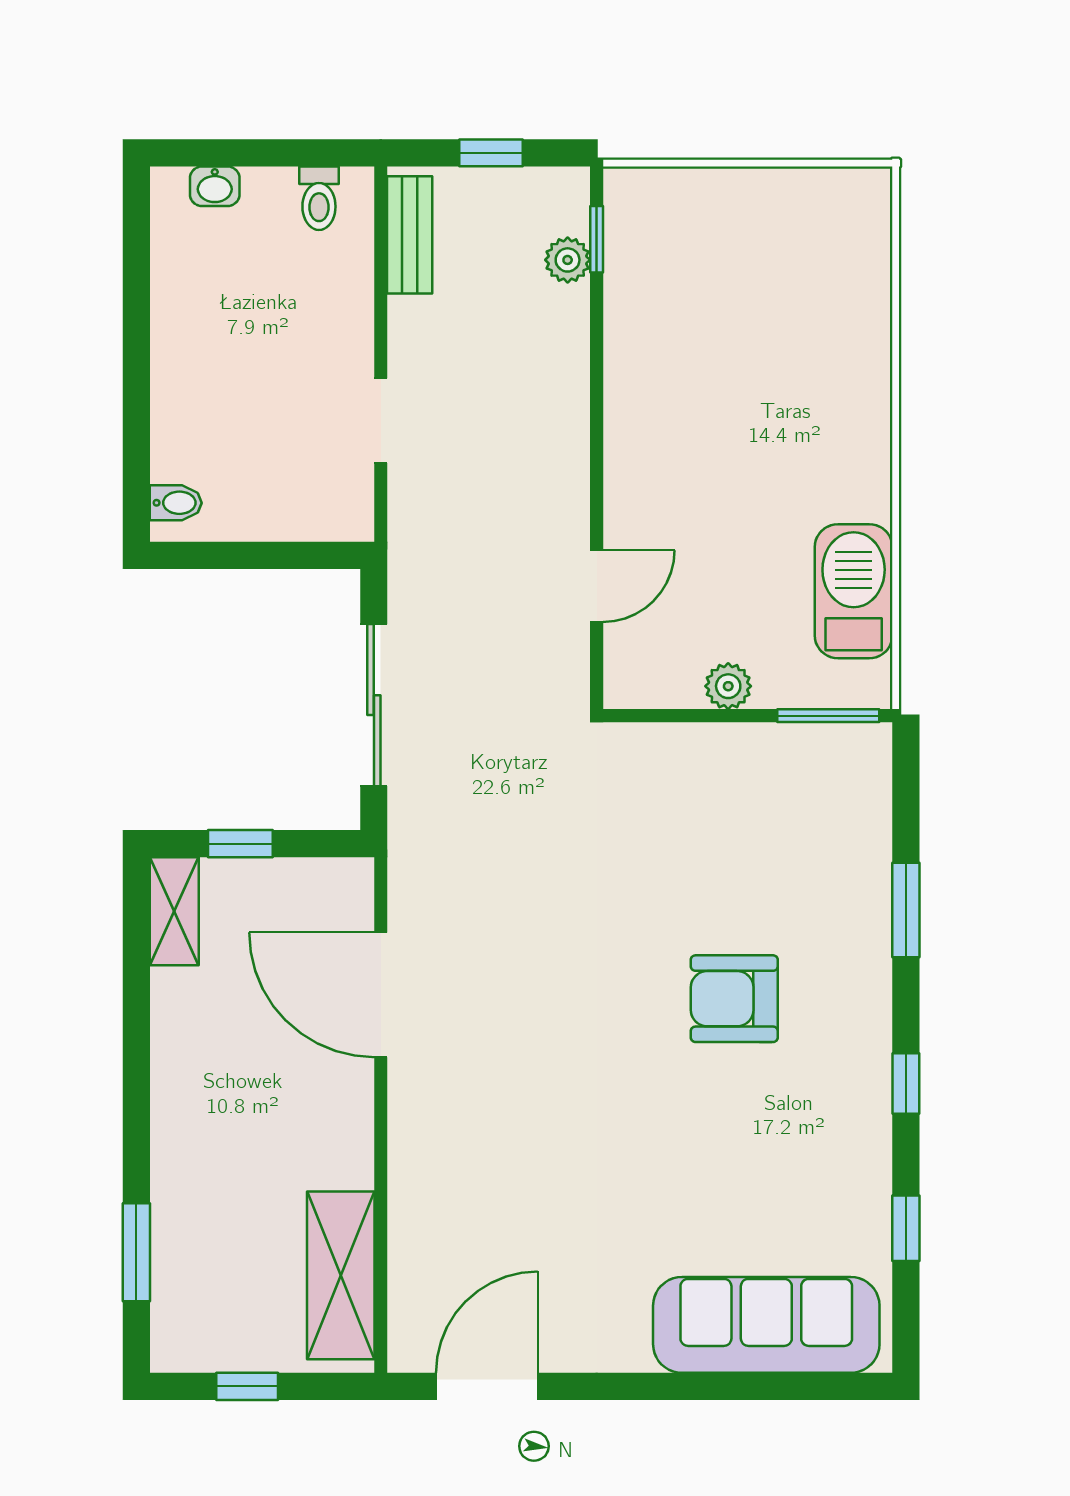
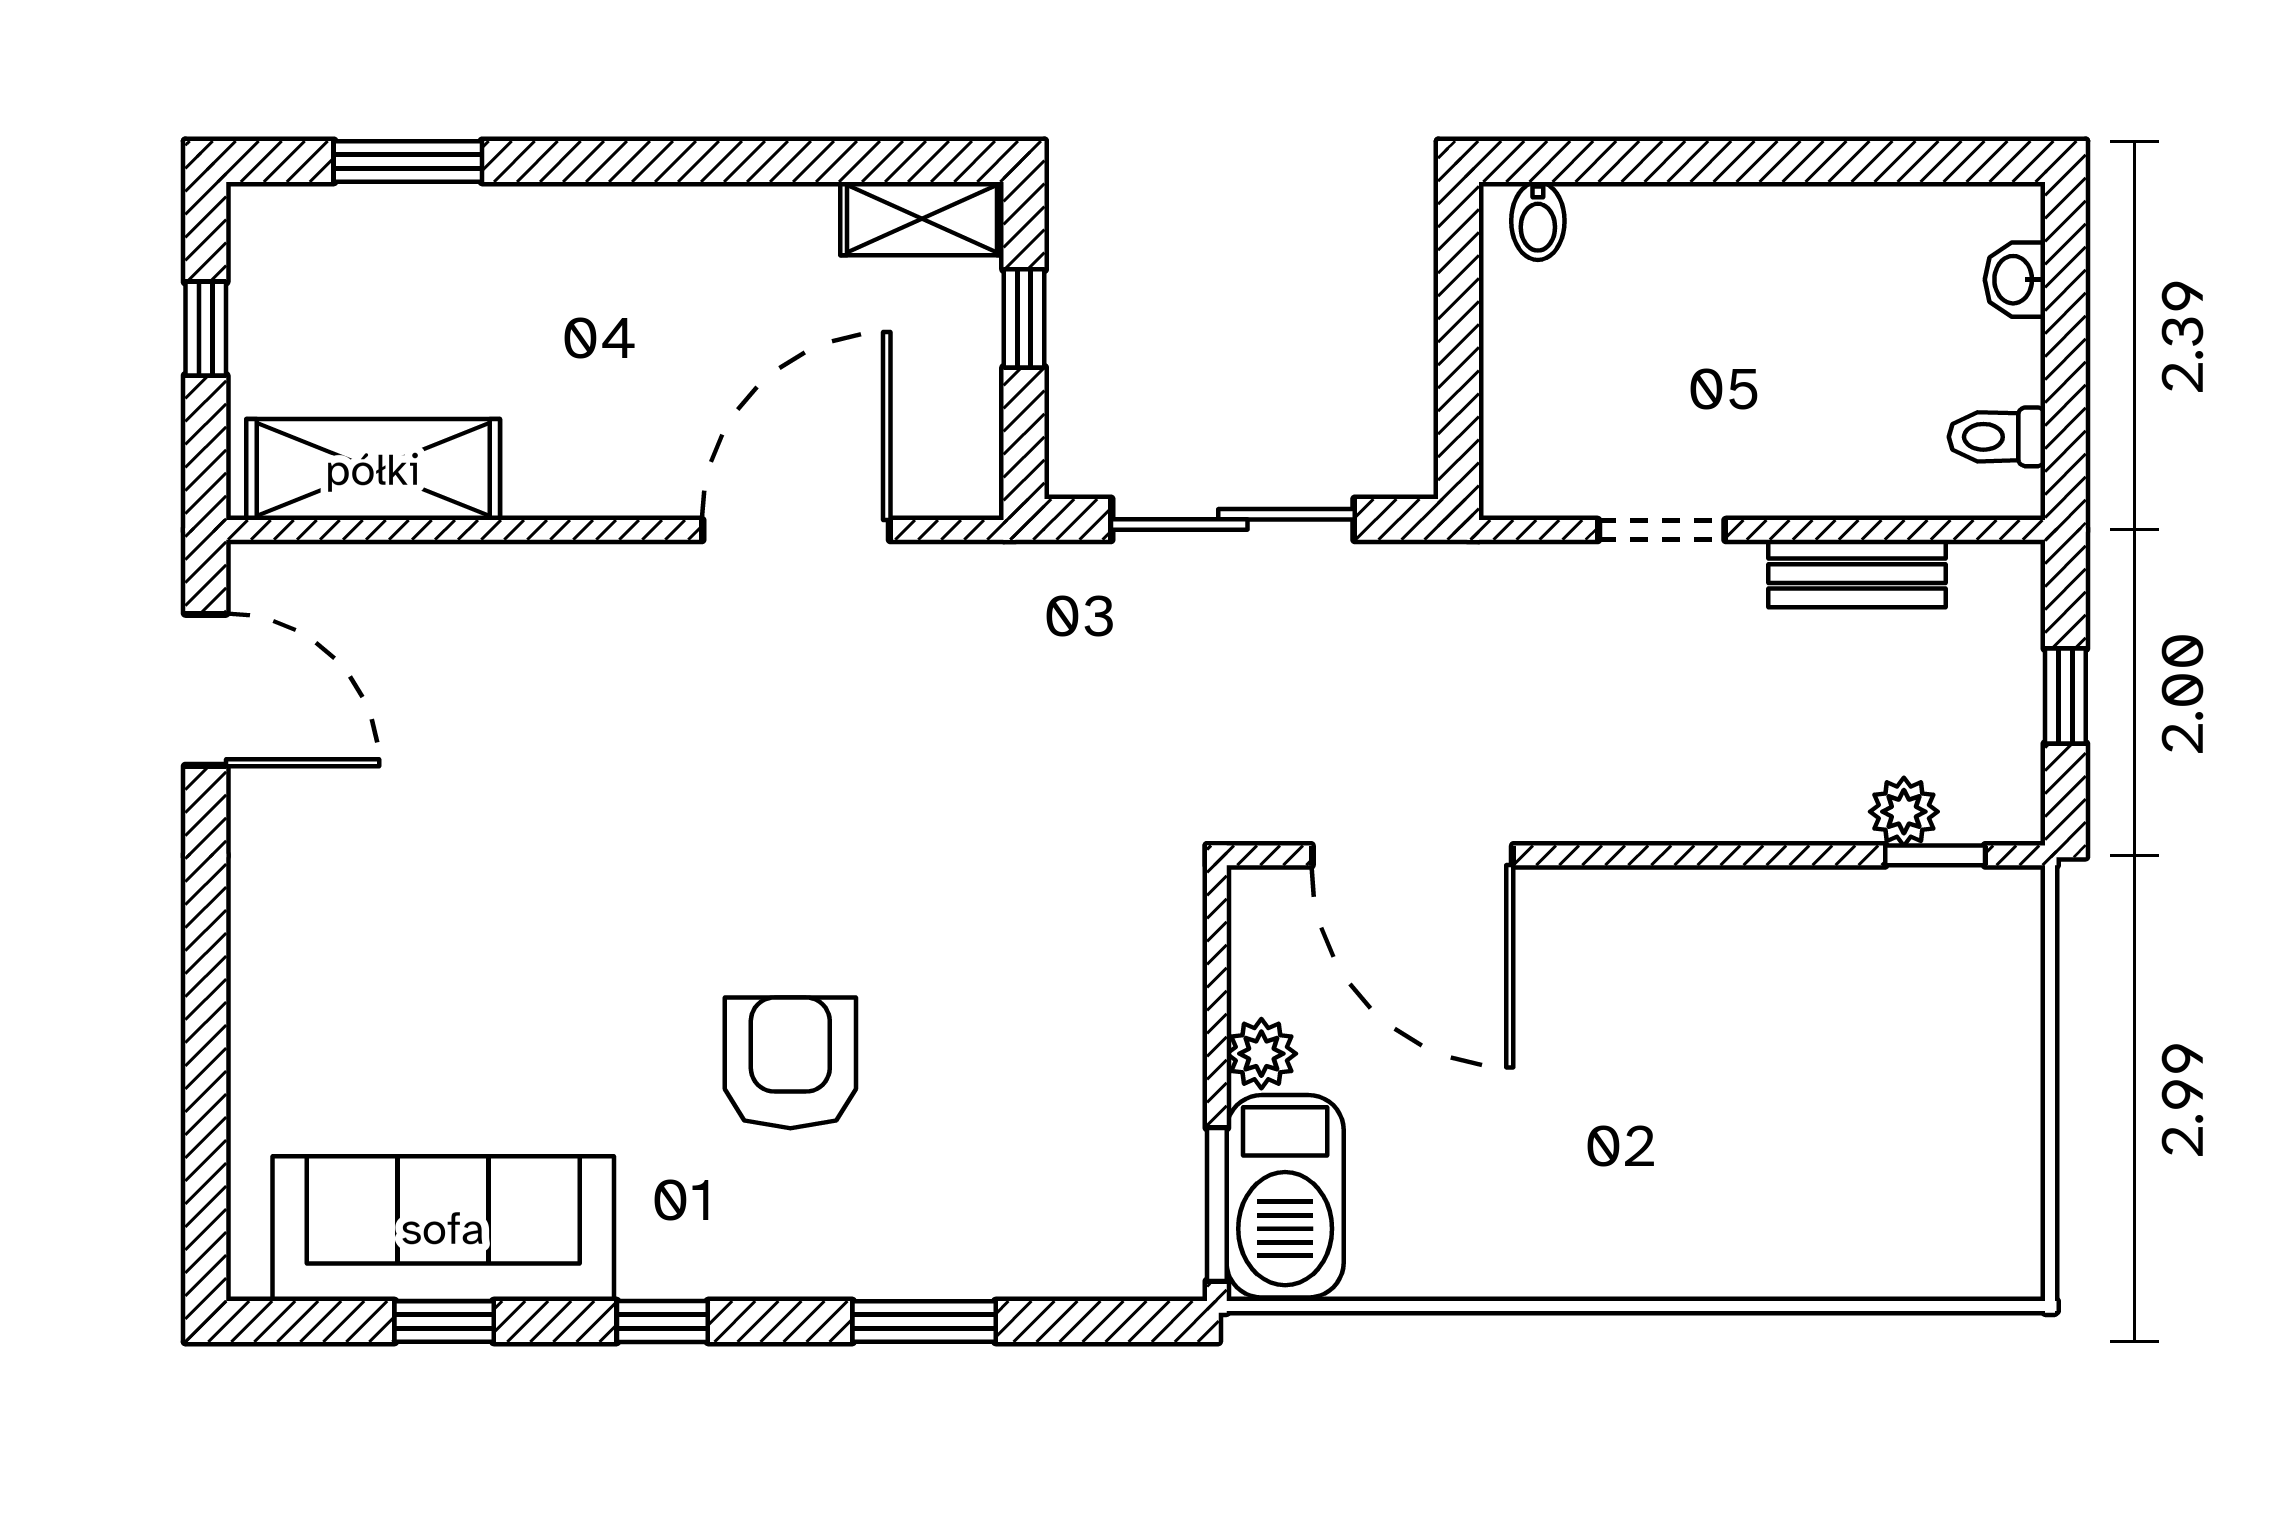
bench: (410, 235) -> (1857, 574), moved
door: (597, 586) -> (1412, 855), width x1.88
barbecue: (854, 591) -> (1285, 1196), moved, turned 90
sofa: (766, 1325) -> (443, 1229), moved, turned -90

